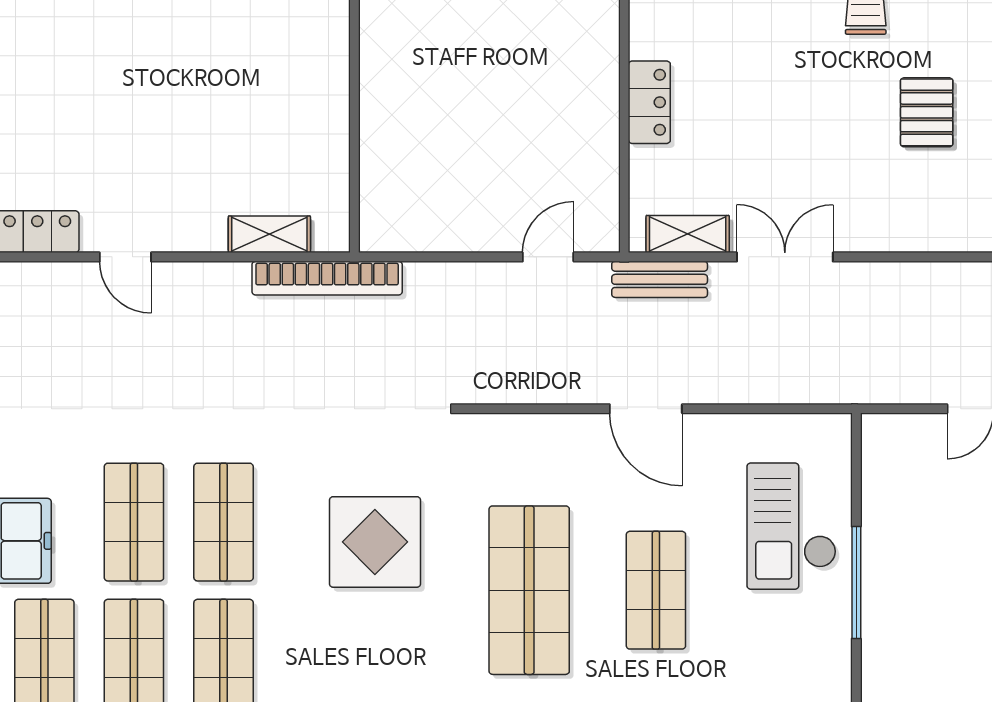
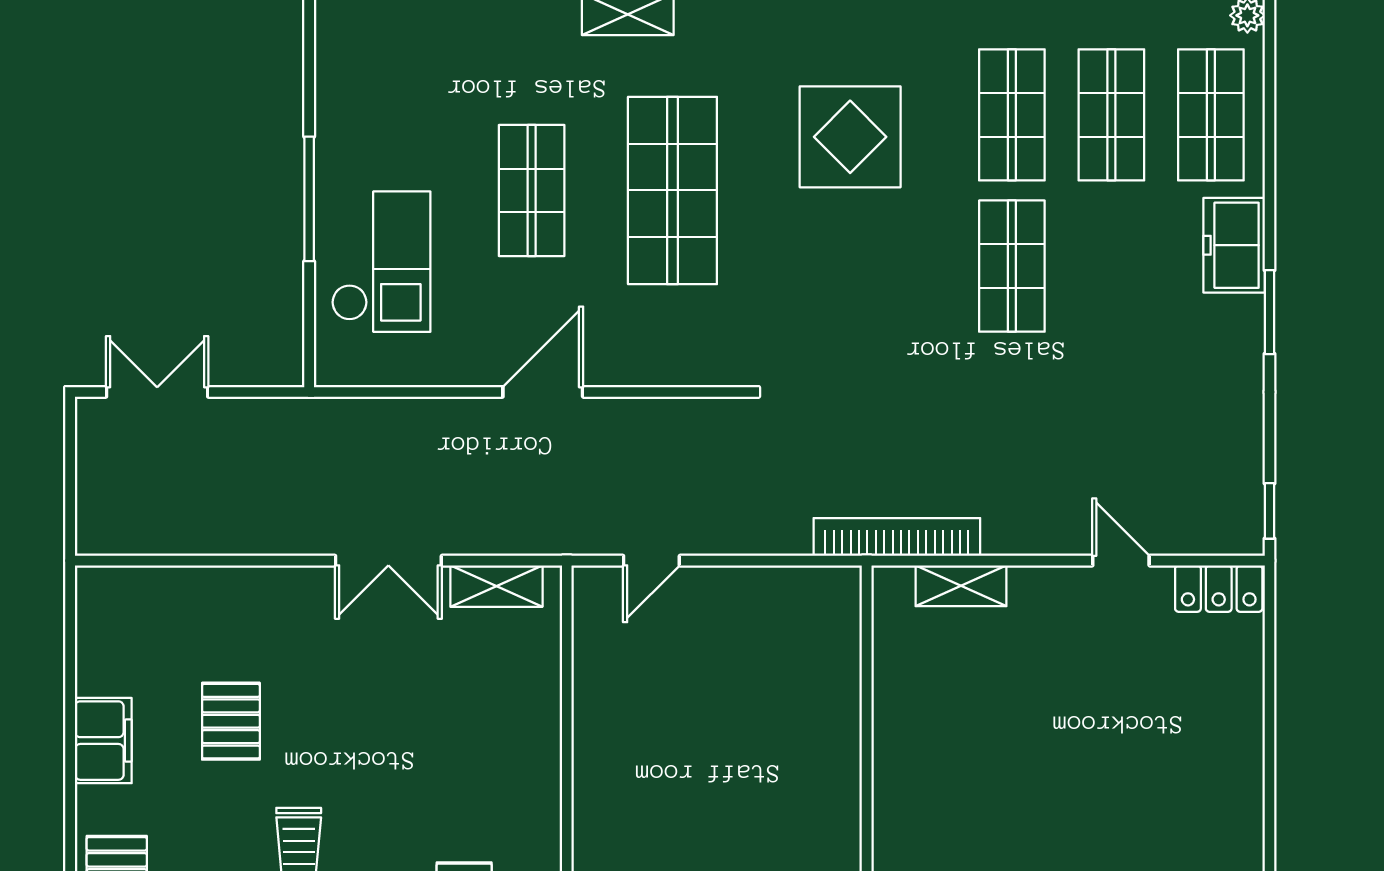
locker: (649, 102) -> (539, 732), removed
bench: (660, 279) -> (528, 536), removed
door: (646, 409) -> (543, 392), hinge flipped
shop shelf: (134, 522) -> (1111, 266), removed
display table: (375, 542) -> (850, 137), moved

